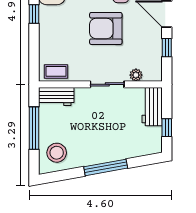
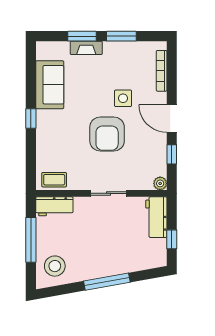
armchair: (106, 28) -> (107, 134), turned -90
plant: (136, 75) -> (160, 183), moved

